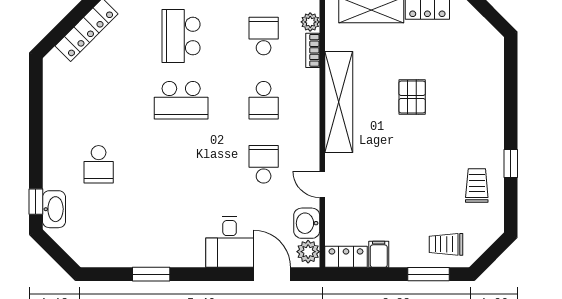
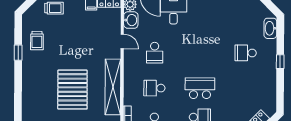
pallet: (412, 97) -> (72, 90), width x2.05, depth x2.00
school desk: (264, 100) -> (154, 88), turned -90
school desk: (99, 164) -> (246, 53), turned -90
window: (36, 202) -> (280, 62), moved

